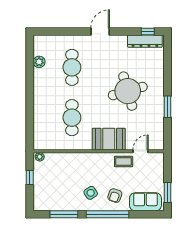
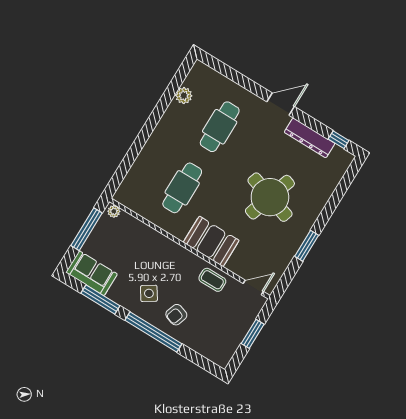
dresser: (145, 41) -> (310, 138), moved
round table: (128, 91) -> (270, 197), turned 34
door: (140, 151) -> (253, 287), moved
window: (30, 177) -> (86, 229), width x2.17
window: (167, 192) -> (253, 334), moved
sofa: (145, 202) -> (92, 273), moved

